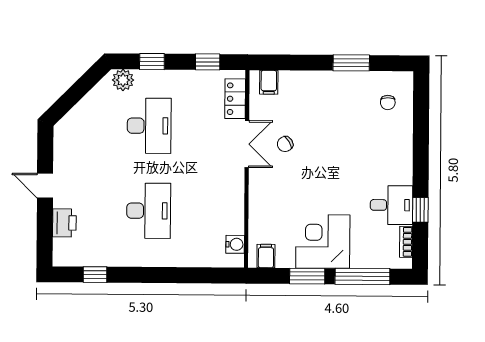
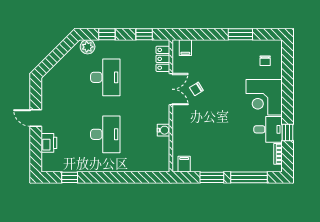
corner desk: (323, 241) -> (264, 97), moved, turned -90
water cooler: (235, 244) -> (163, 130), moved

